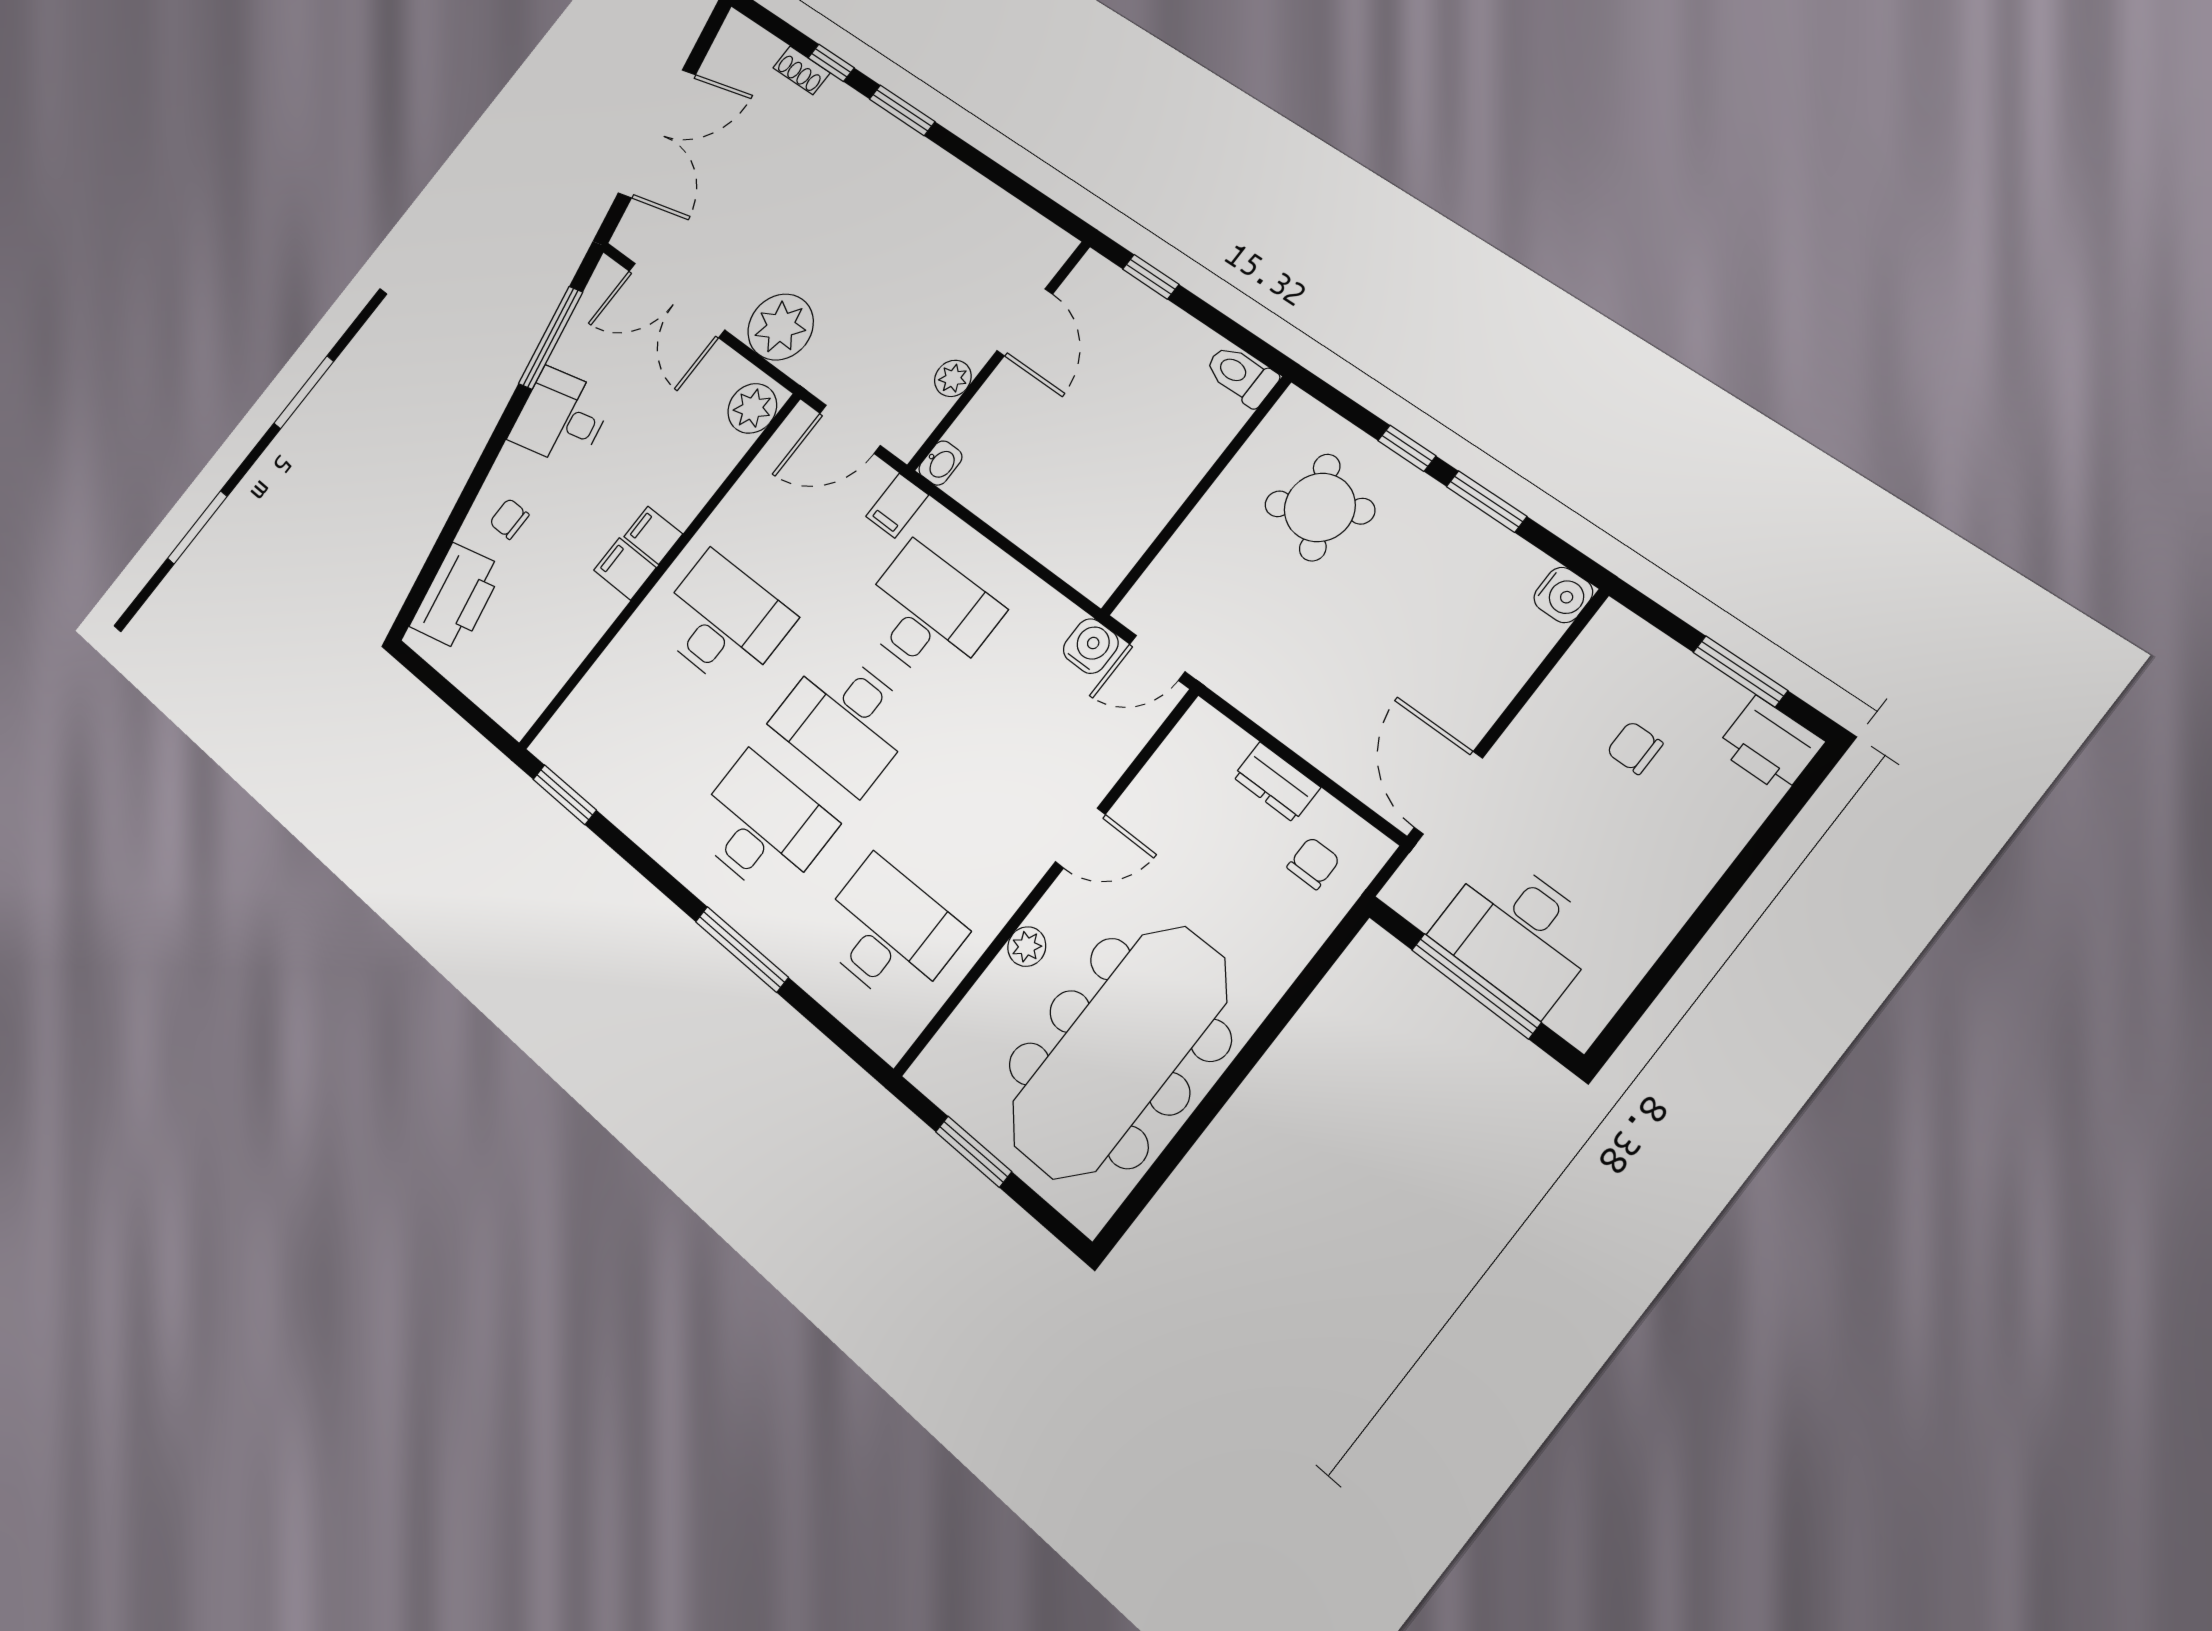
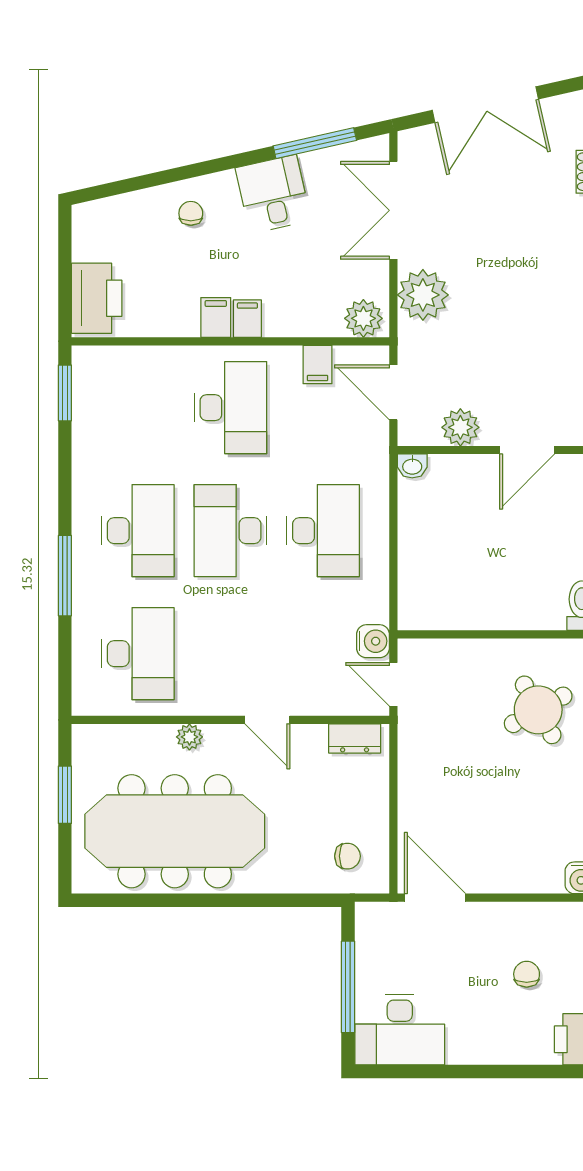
plant: (953, 378) -> (460, 427), width x1.38, depth x1.38
filing cabinet: (897, 506) -> (317, 365), moved, turned -90
printer: (457, 596) -> (97, 298), moved, turned -77
dresser: (1277, 782) -> (355, 738), moved, turned -90
door: (1448, 793) -> (435, 898), hinge flipped
desk: (1518, 933) -> (400, 1030), moved, turned -90

